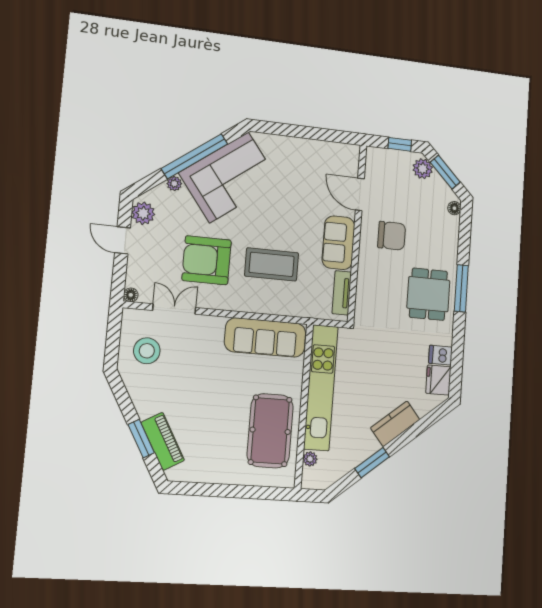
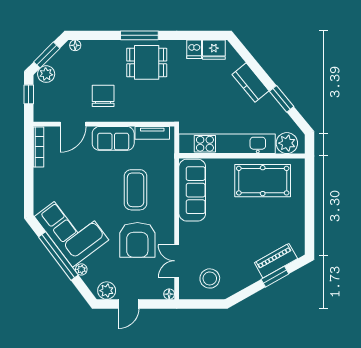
bookcase: (335, 148) -> (38, 147), added
plant: (310, 459) -> (287, 143), width x1.88, depth x1.88

